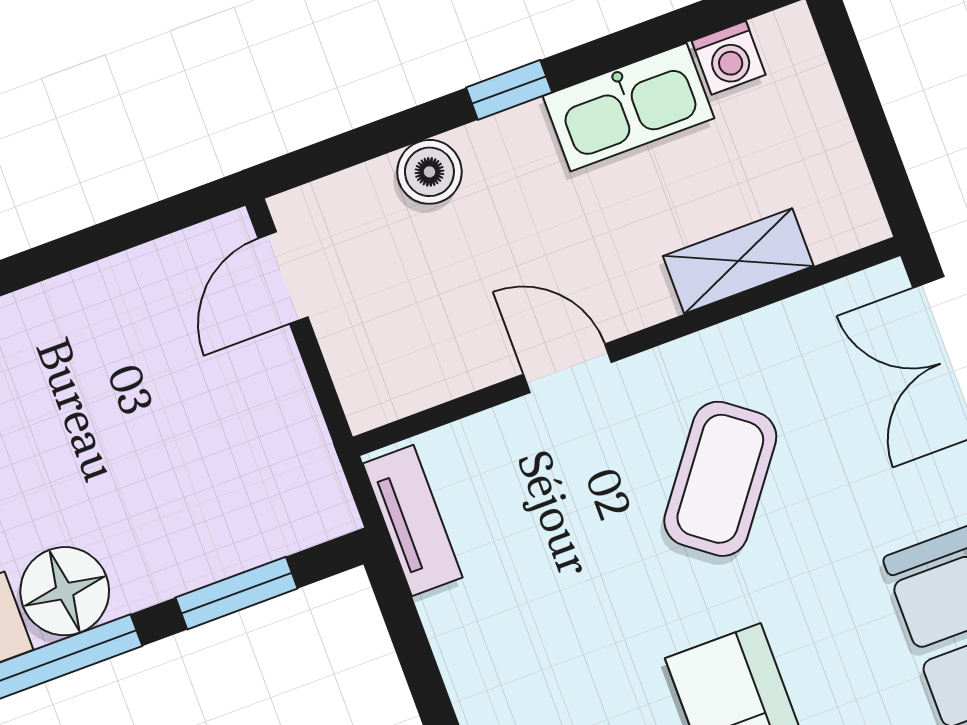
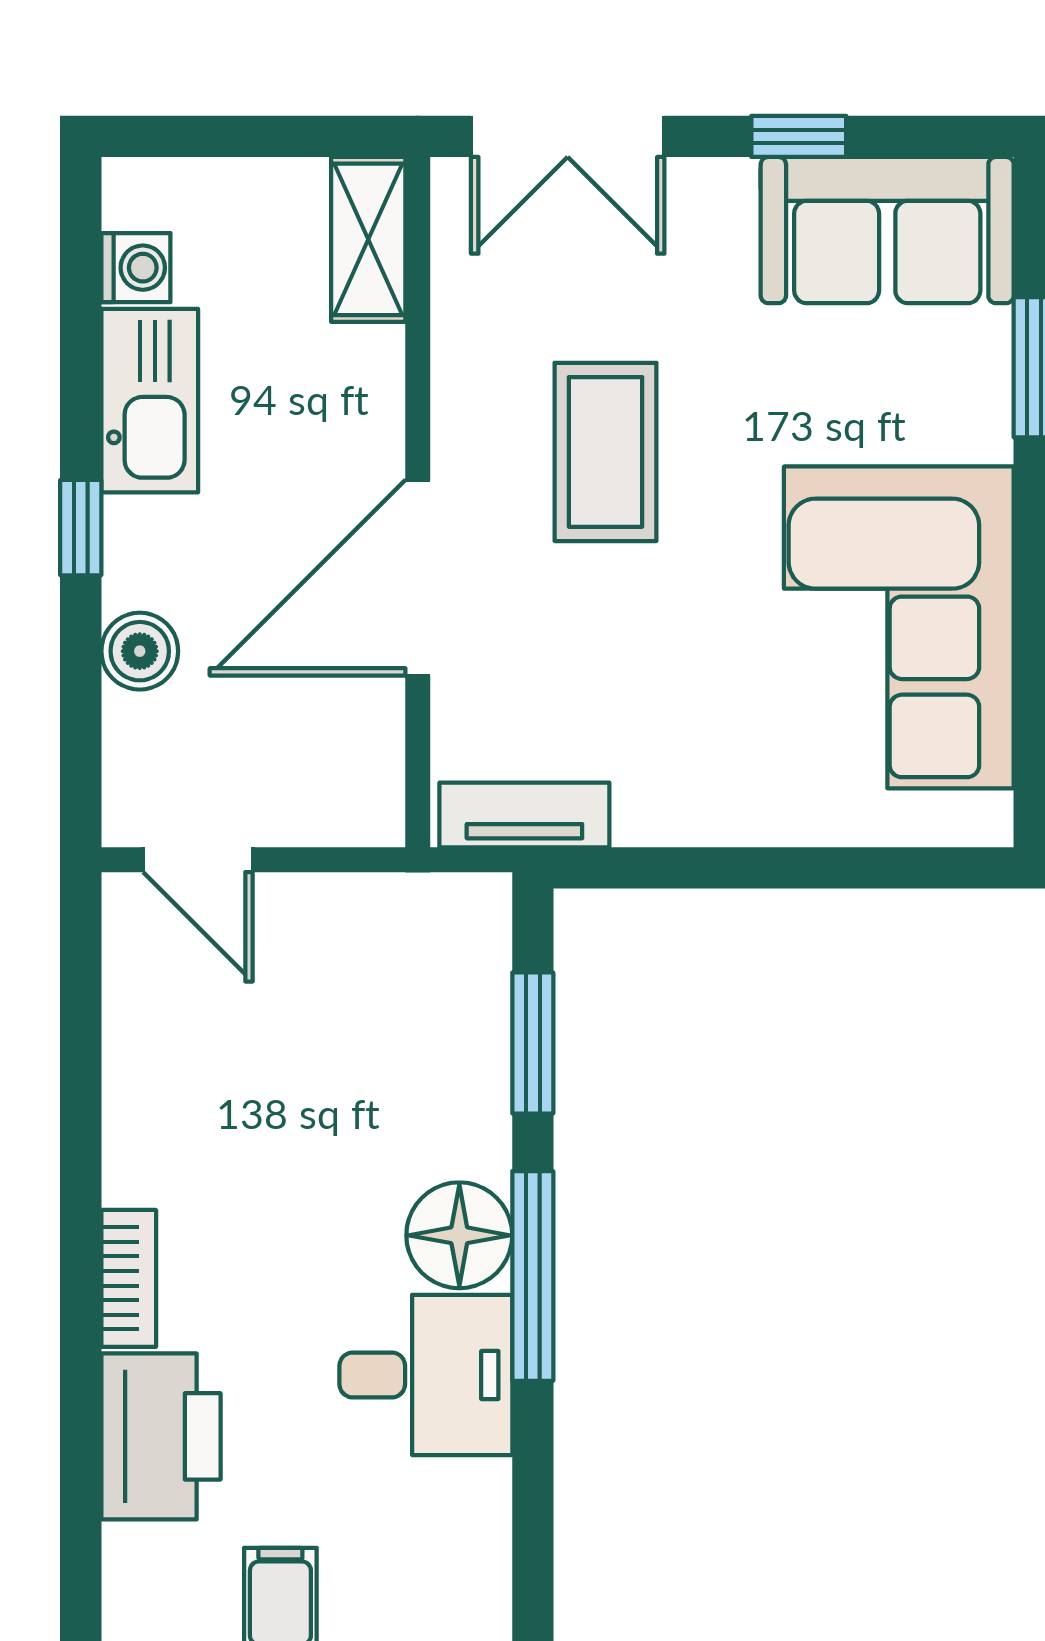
shelving: (738, 261) -> (368, 239), moved
door: (567, 368) -> (418, 578), width x1.88
coffee table: (720, 479) -> (605, 452), turned 53

